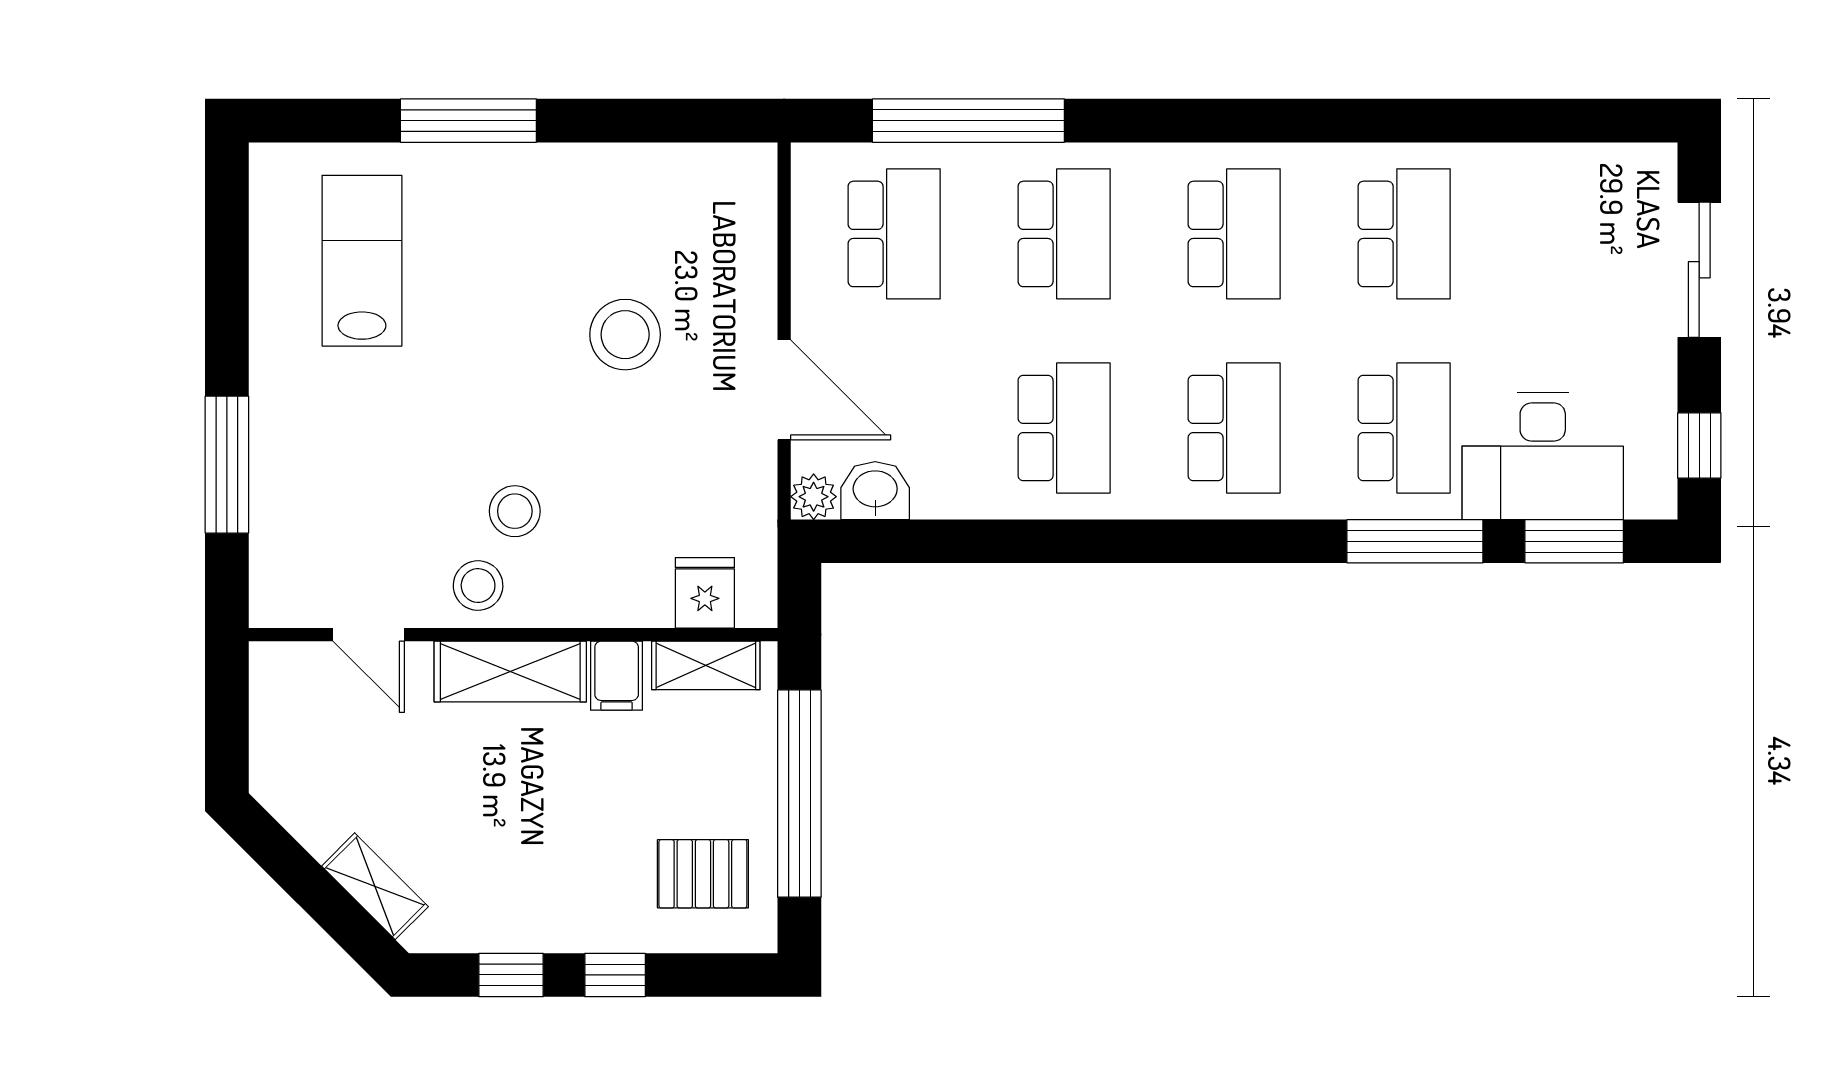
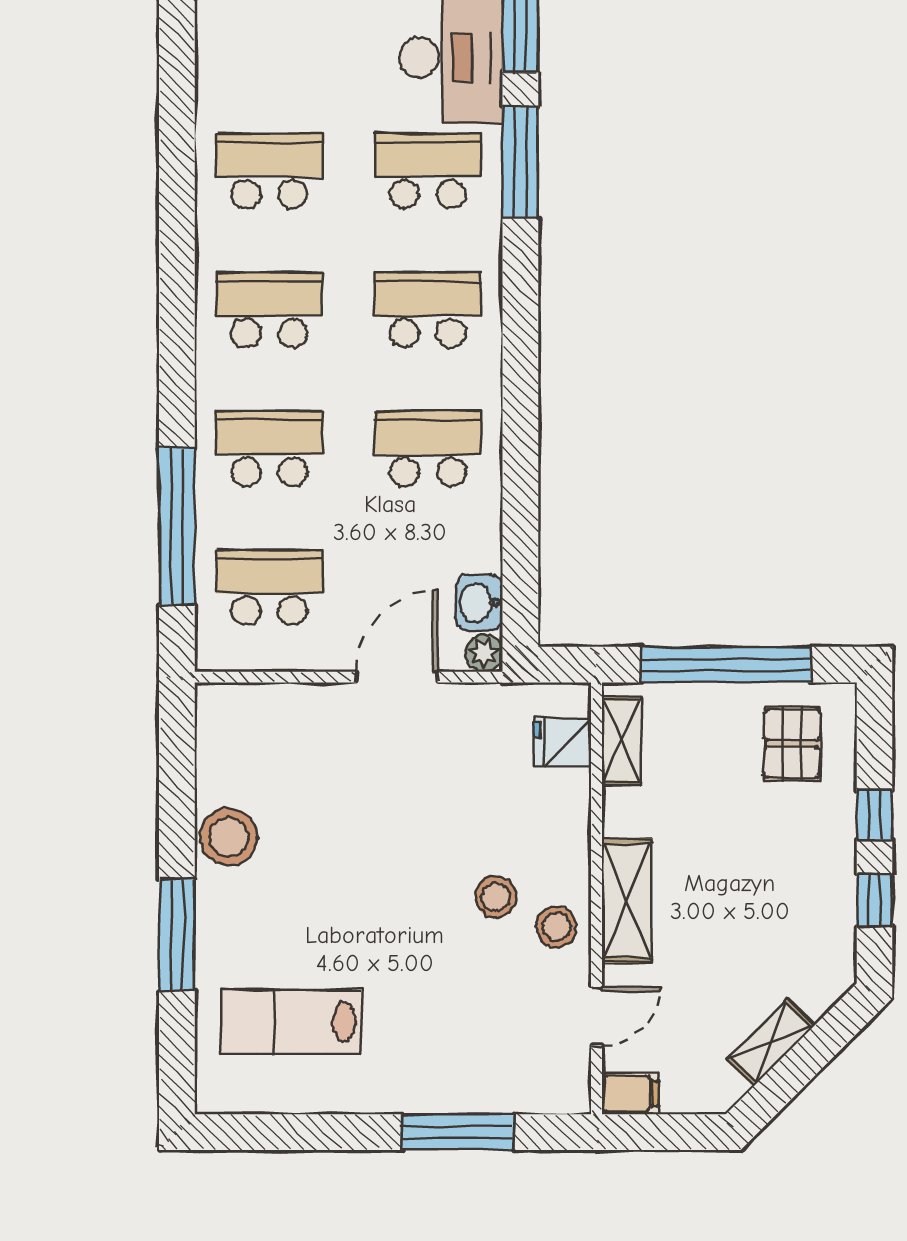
stool: (625, 335) -> (229, 837), moved
filing cabinet: (617, 676) -> (630, 1093), moved
shelving: (375, 886) -> (771, 1042), moved

